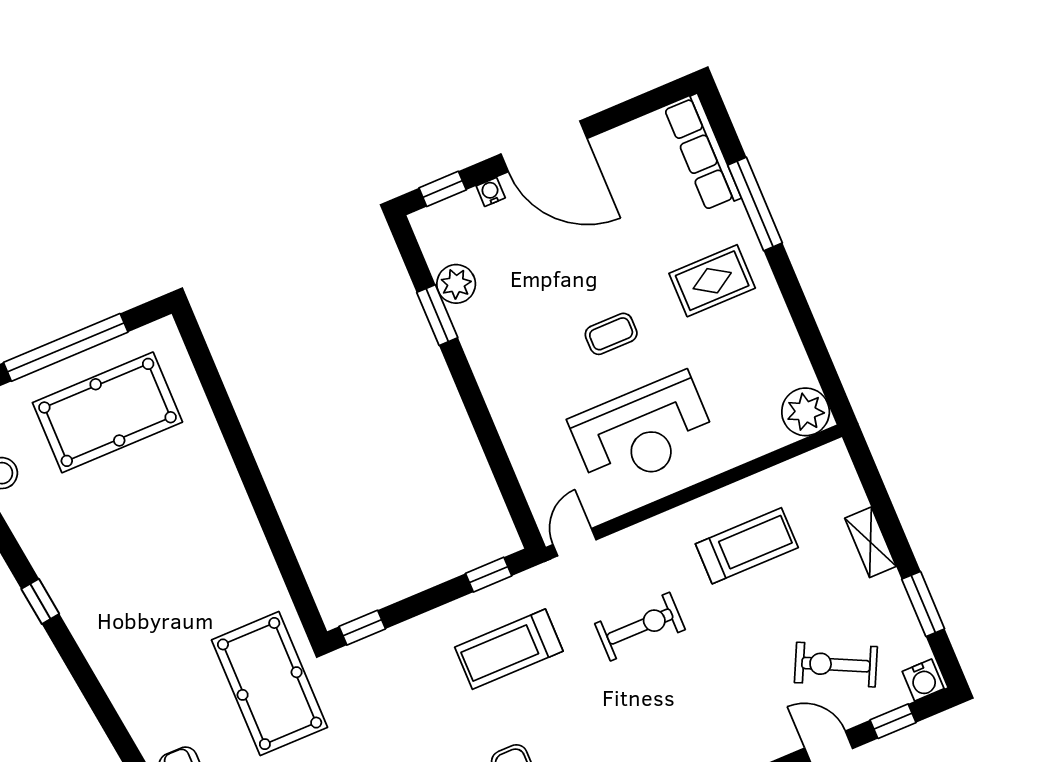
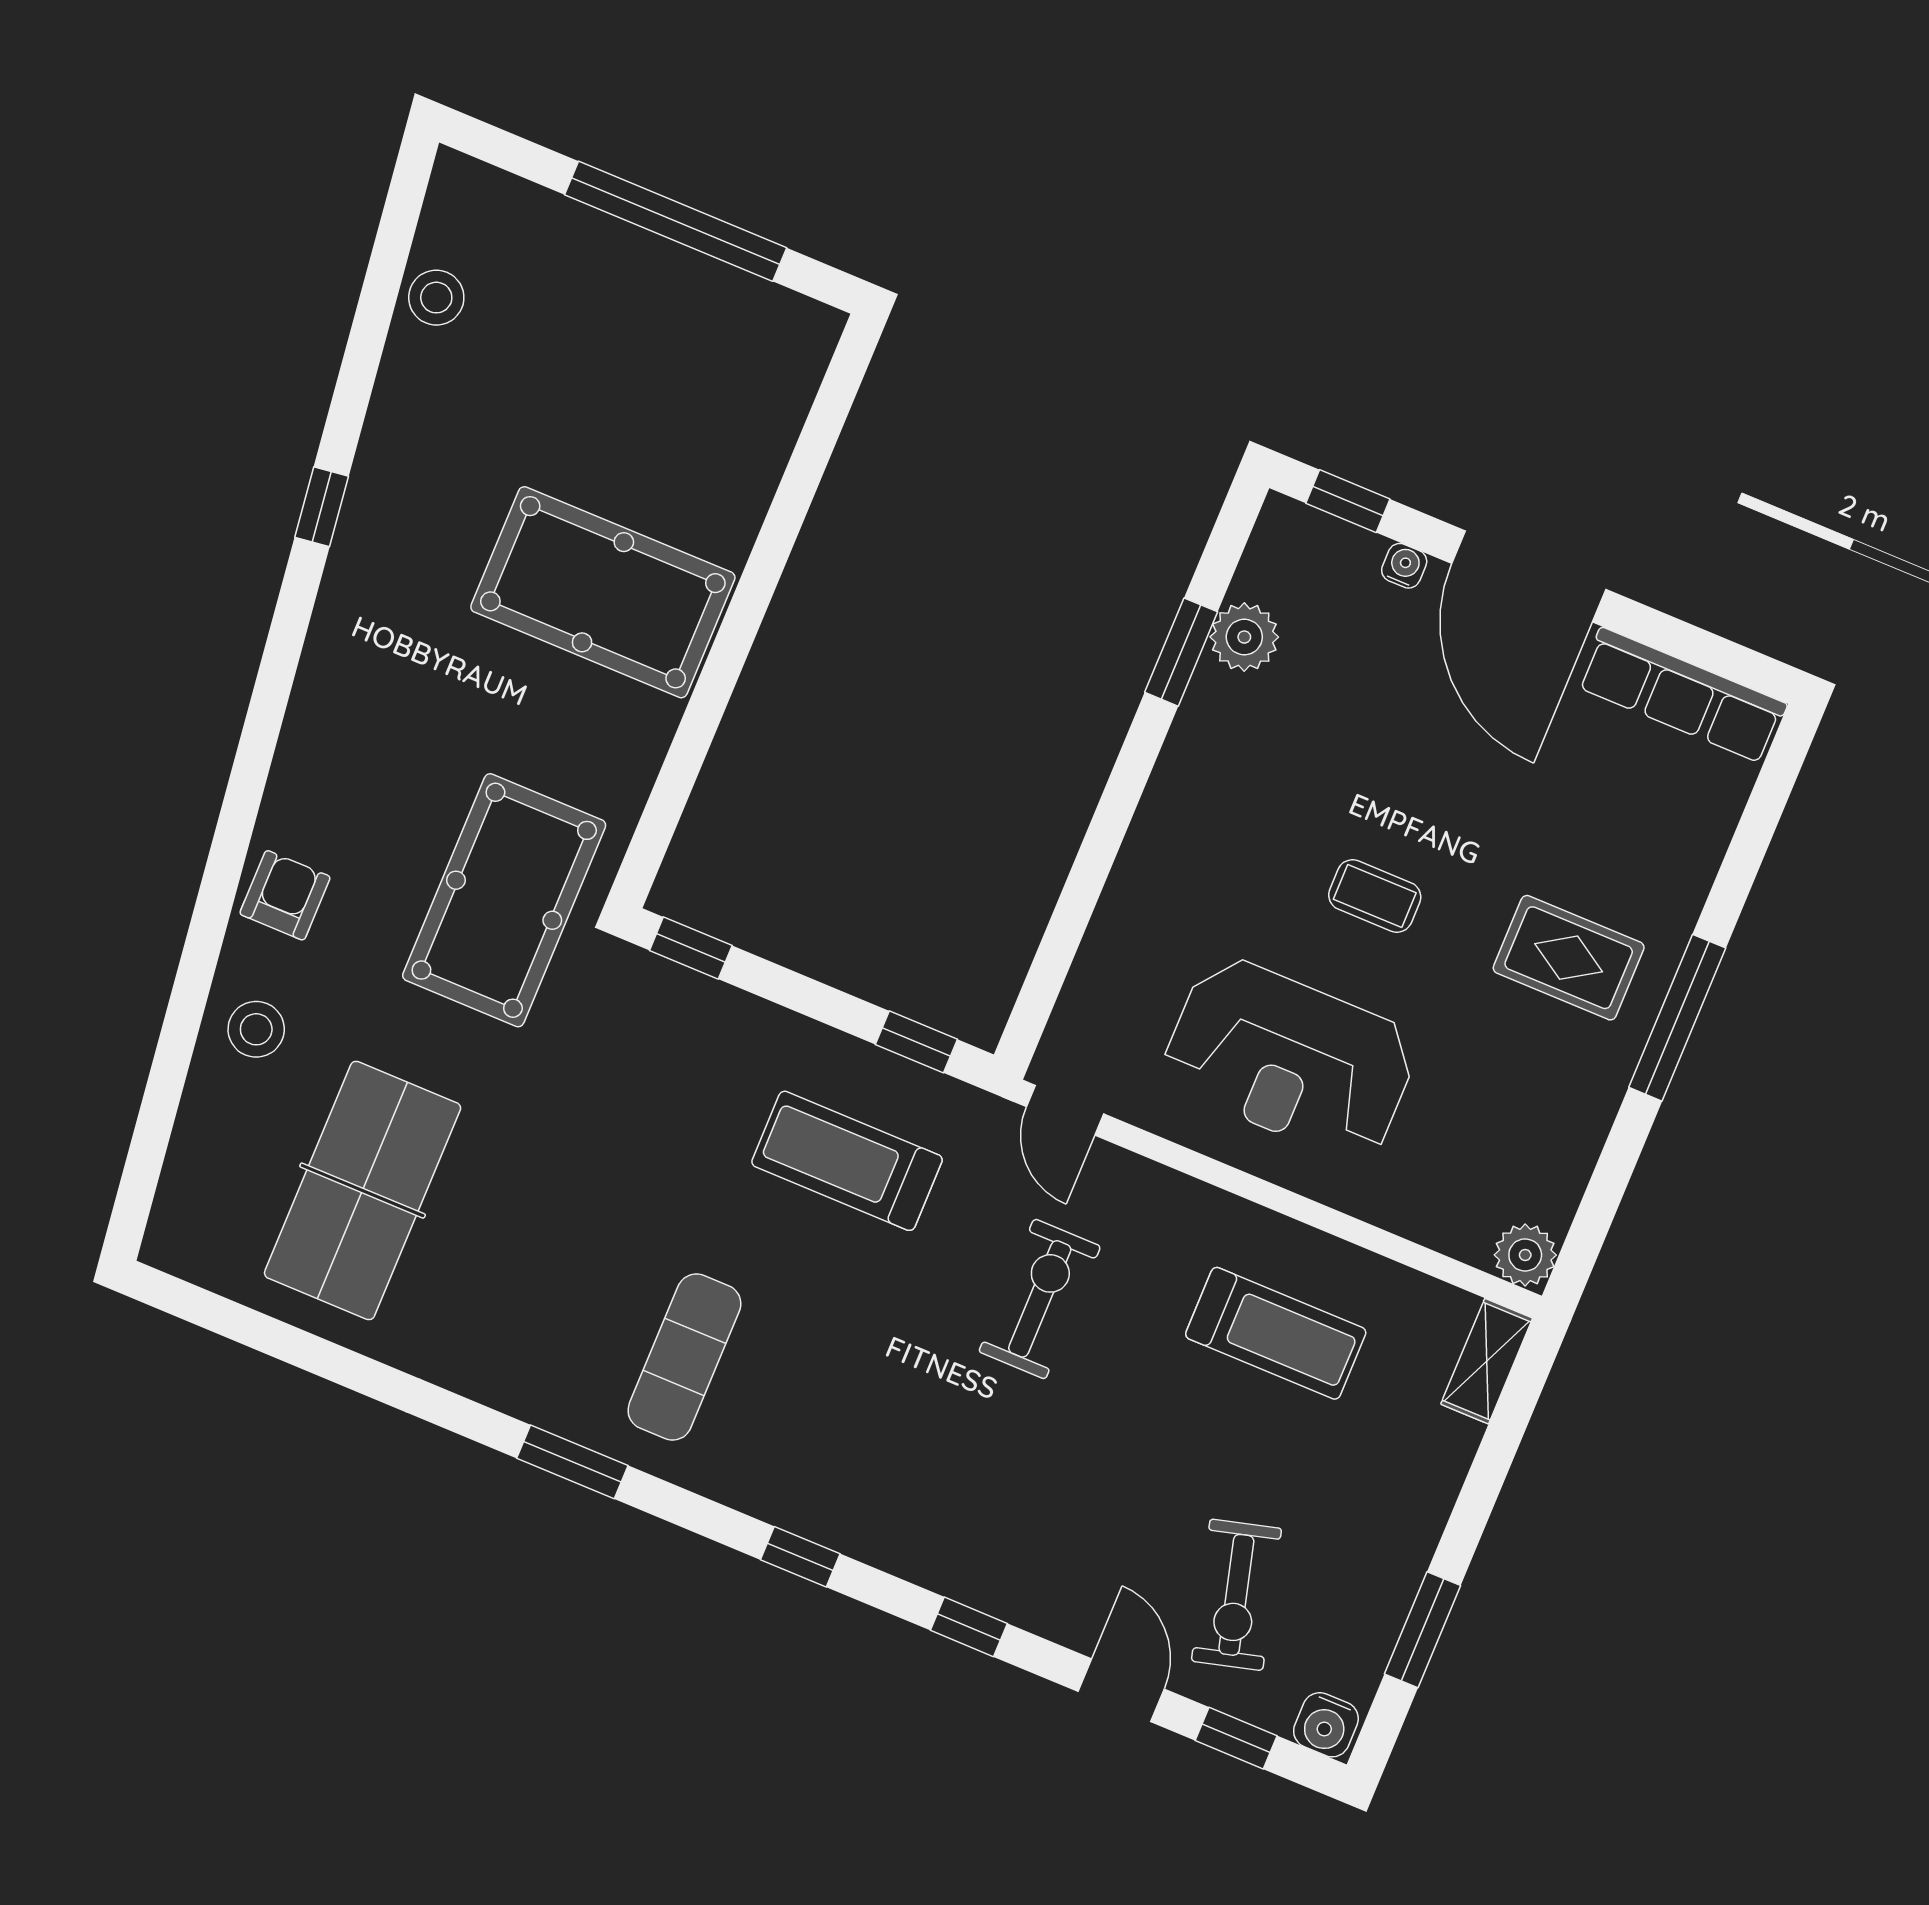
row of seats: (702, 153) -> (1682, 695), moved, turned -90
window: (755, 204) -> (1677, 1018), moved
pool table: (107, 412) -> (603, 592), moved
plant: (806, 412) -> (1525, 1255), width x0.73, depth x0.73
door: (575, 542) -> (1065, 1110), swing flipped
shelving: (870, 542) -> (1487, 1361), moved
exercise bike: (640, 627) -> (1040, 1299), turned -90
exercise bike: (836, 665) -> (1236, 1595), turned -131

